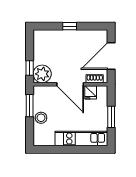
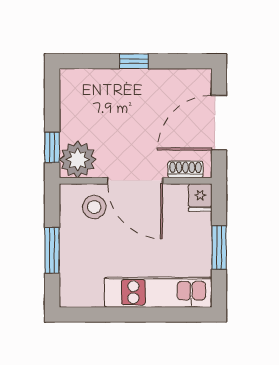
fridge: (91, 92) -> (200, 198), moved
window: (30, 106) -> (52, 250), moved
stool: (41, 118) -> (94, 207), moved

